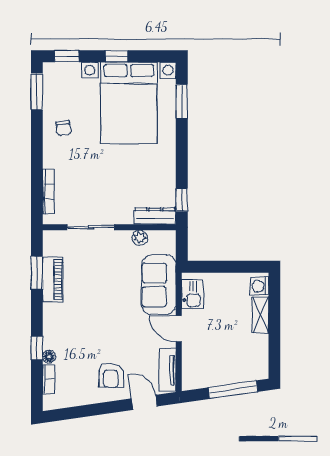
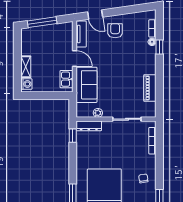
window: (37, 273) -> (159, 92), removed

